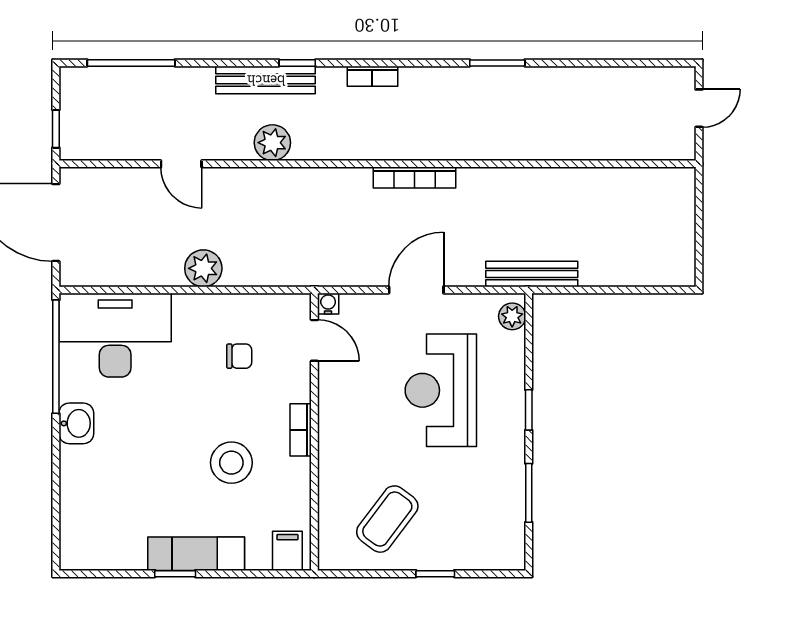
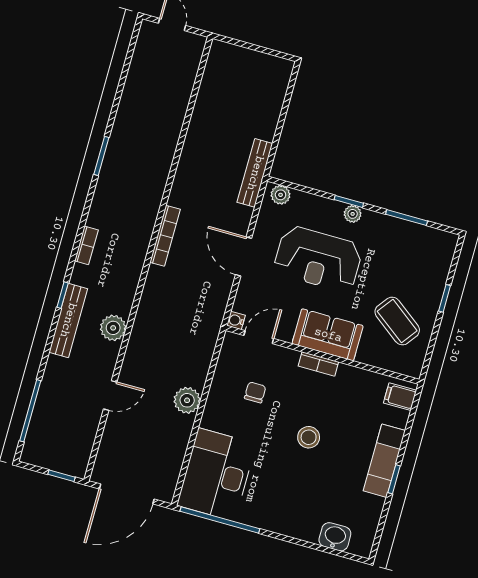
plant: (514, 420) -> (353, 214), added
washbasin: (76, 423) -> (335, 537), moved
sofa: (343, 431) -> (328, 335), added
stool: (231, 463) -> (309, 437), moved, width x0.73, depth x0.73

